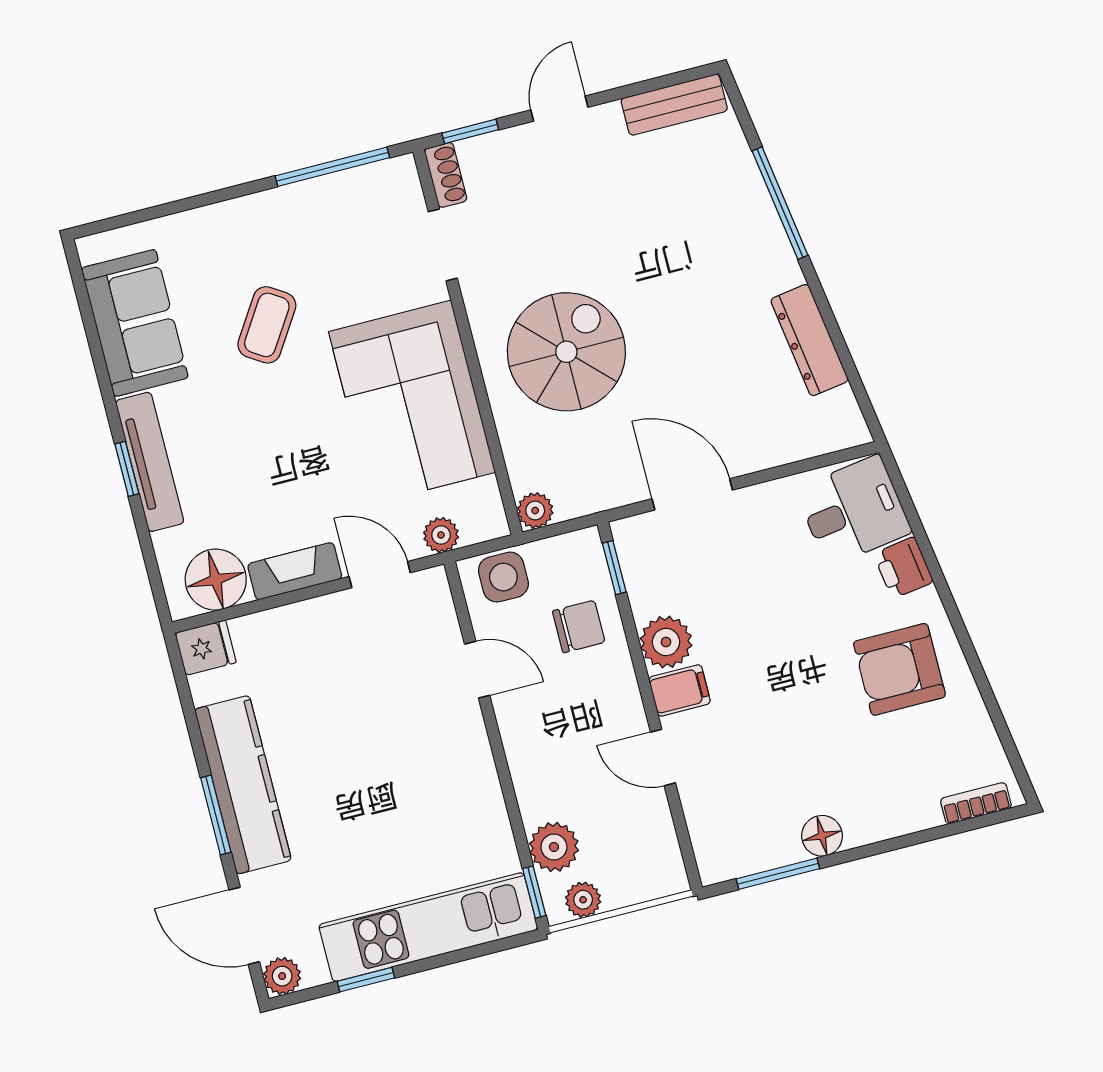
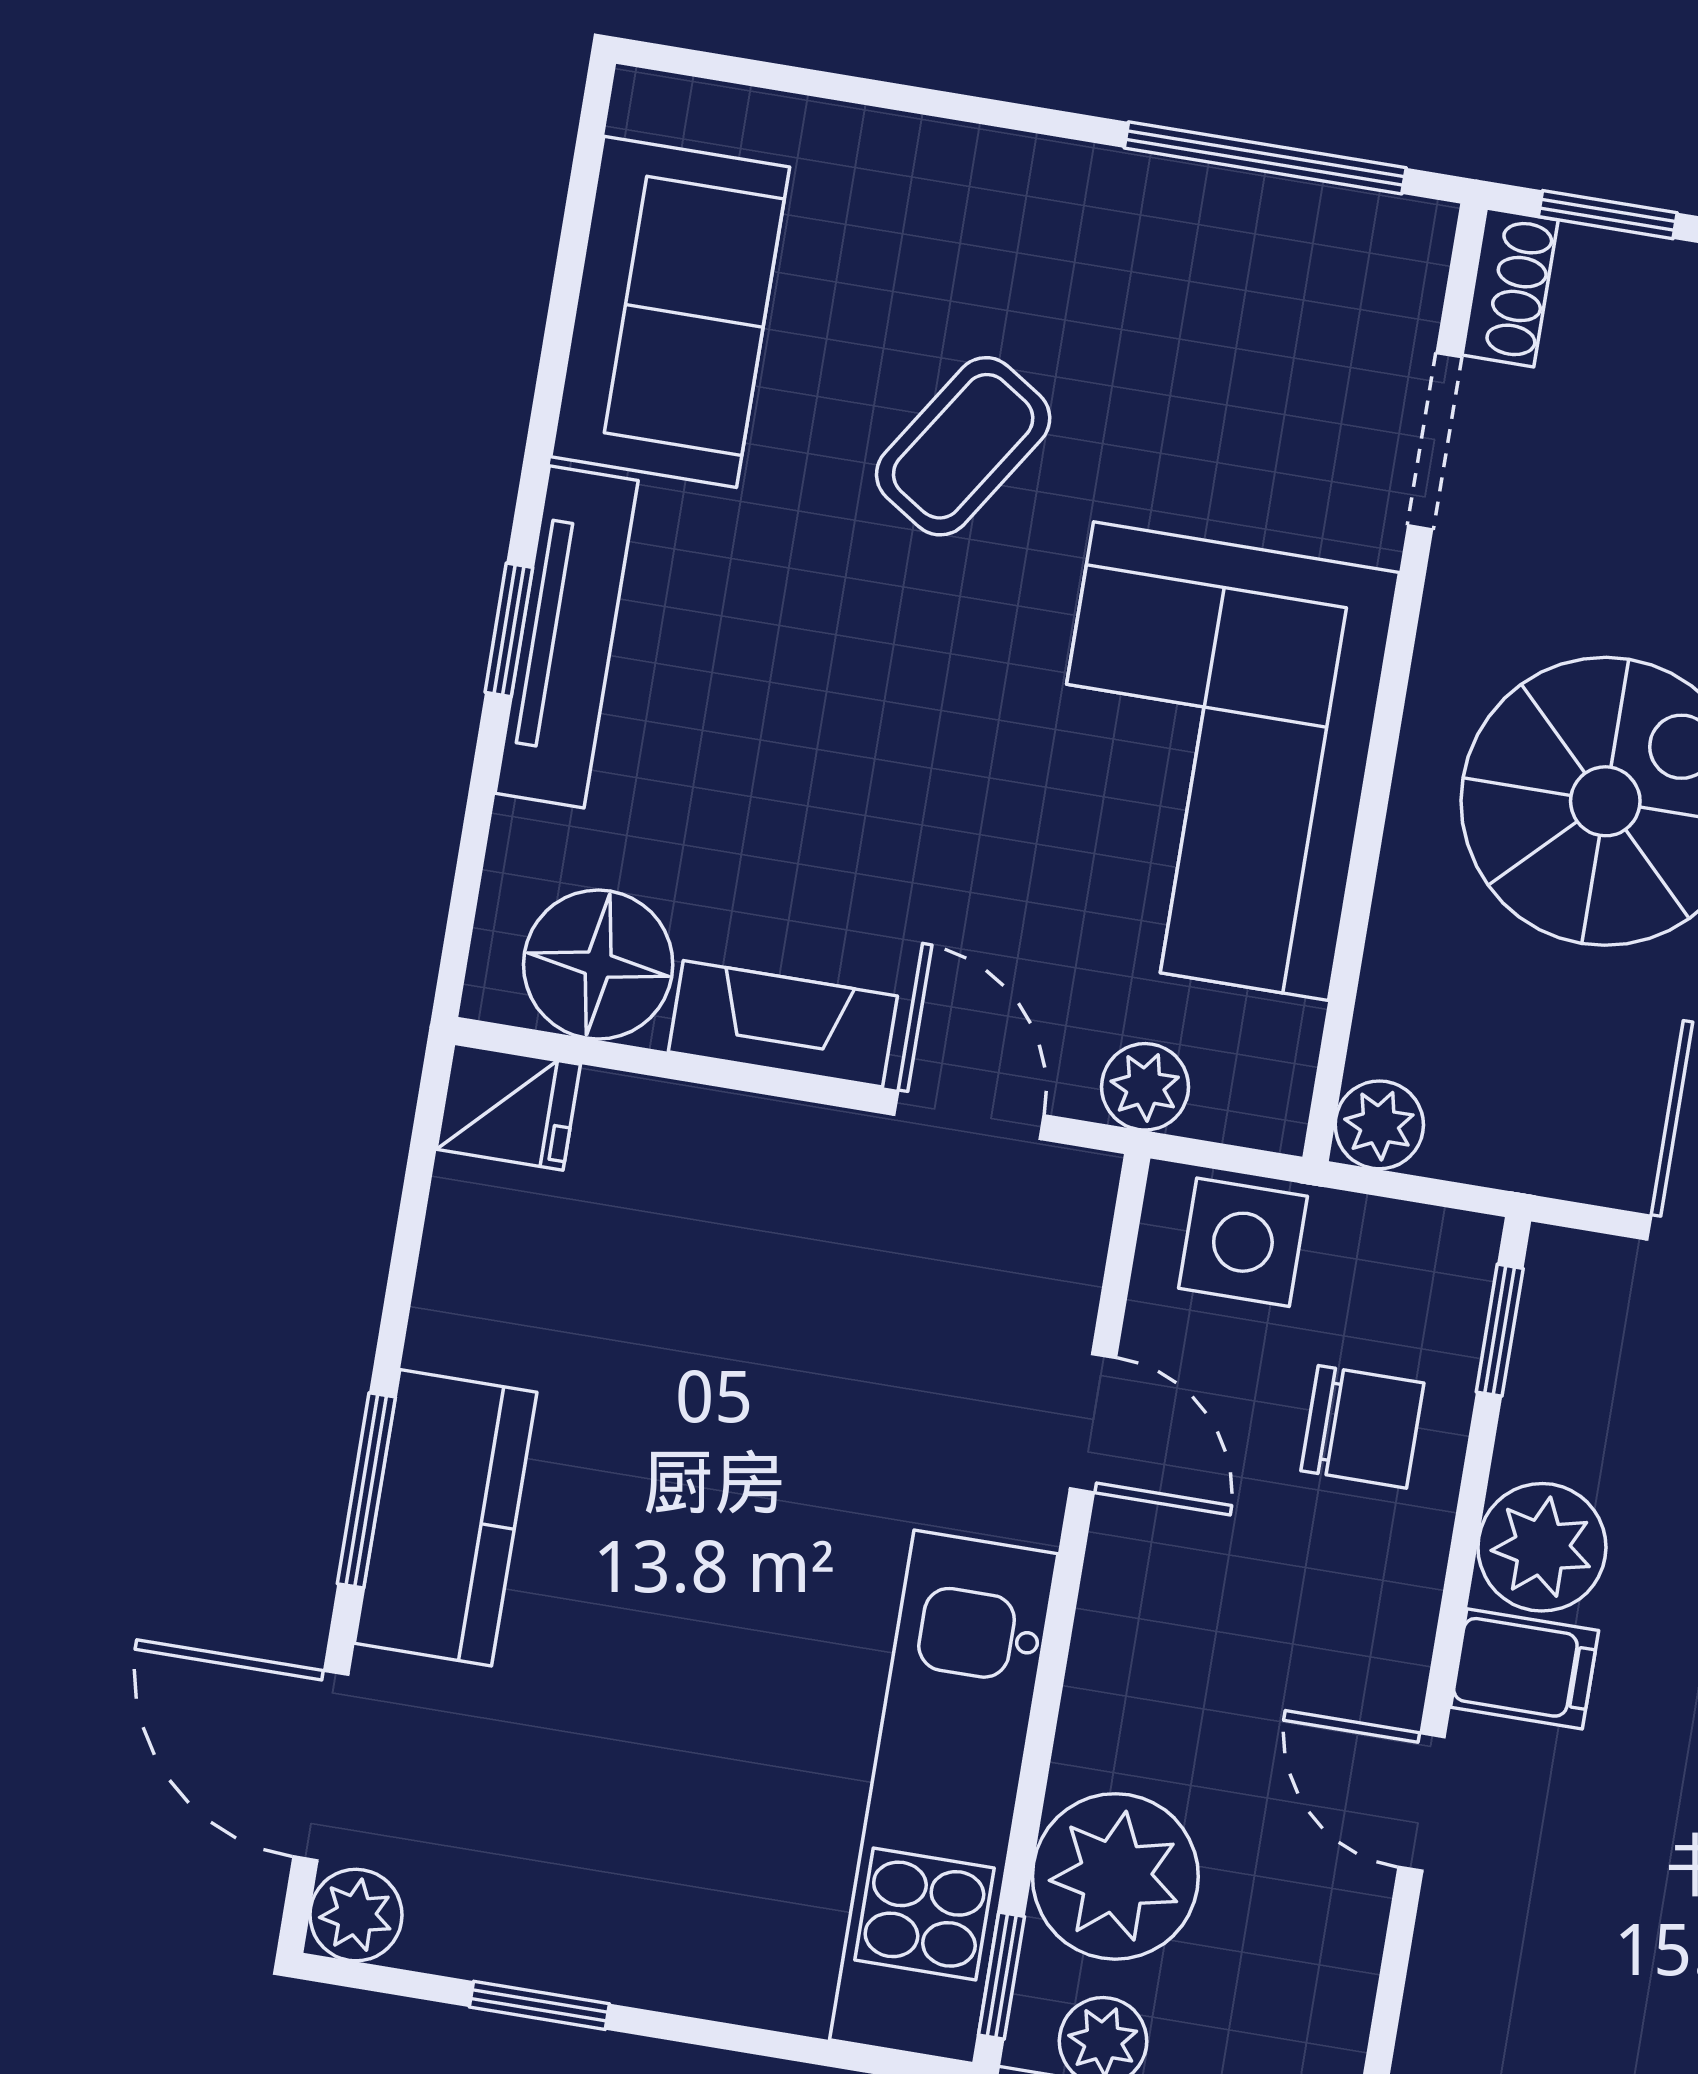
kitchen counter: (243, 785) -> (446, 1518), width x0.67
plant: (554, 847) -> (1115, 1876), width x1.36, depth x1.36
kitchen unit: (428, 927) -> (944, 1797), moved, turned -90

